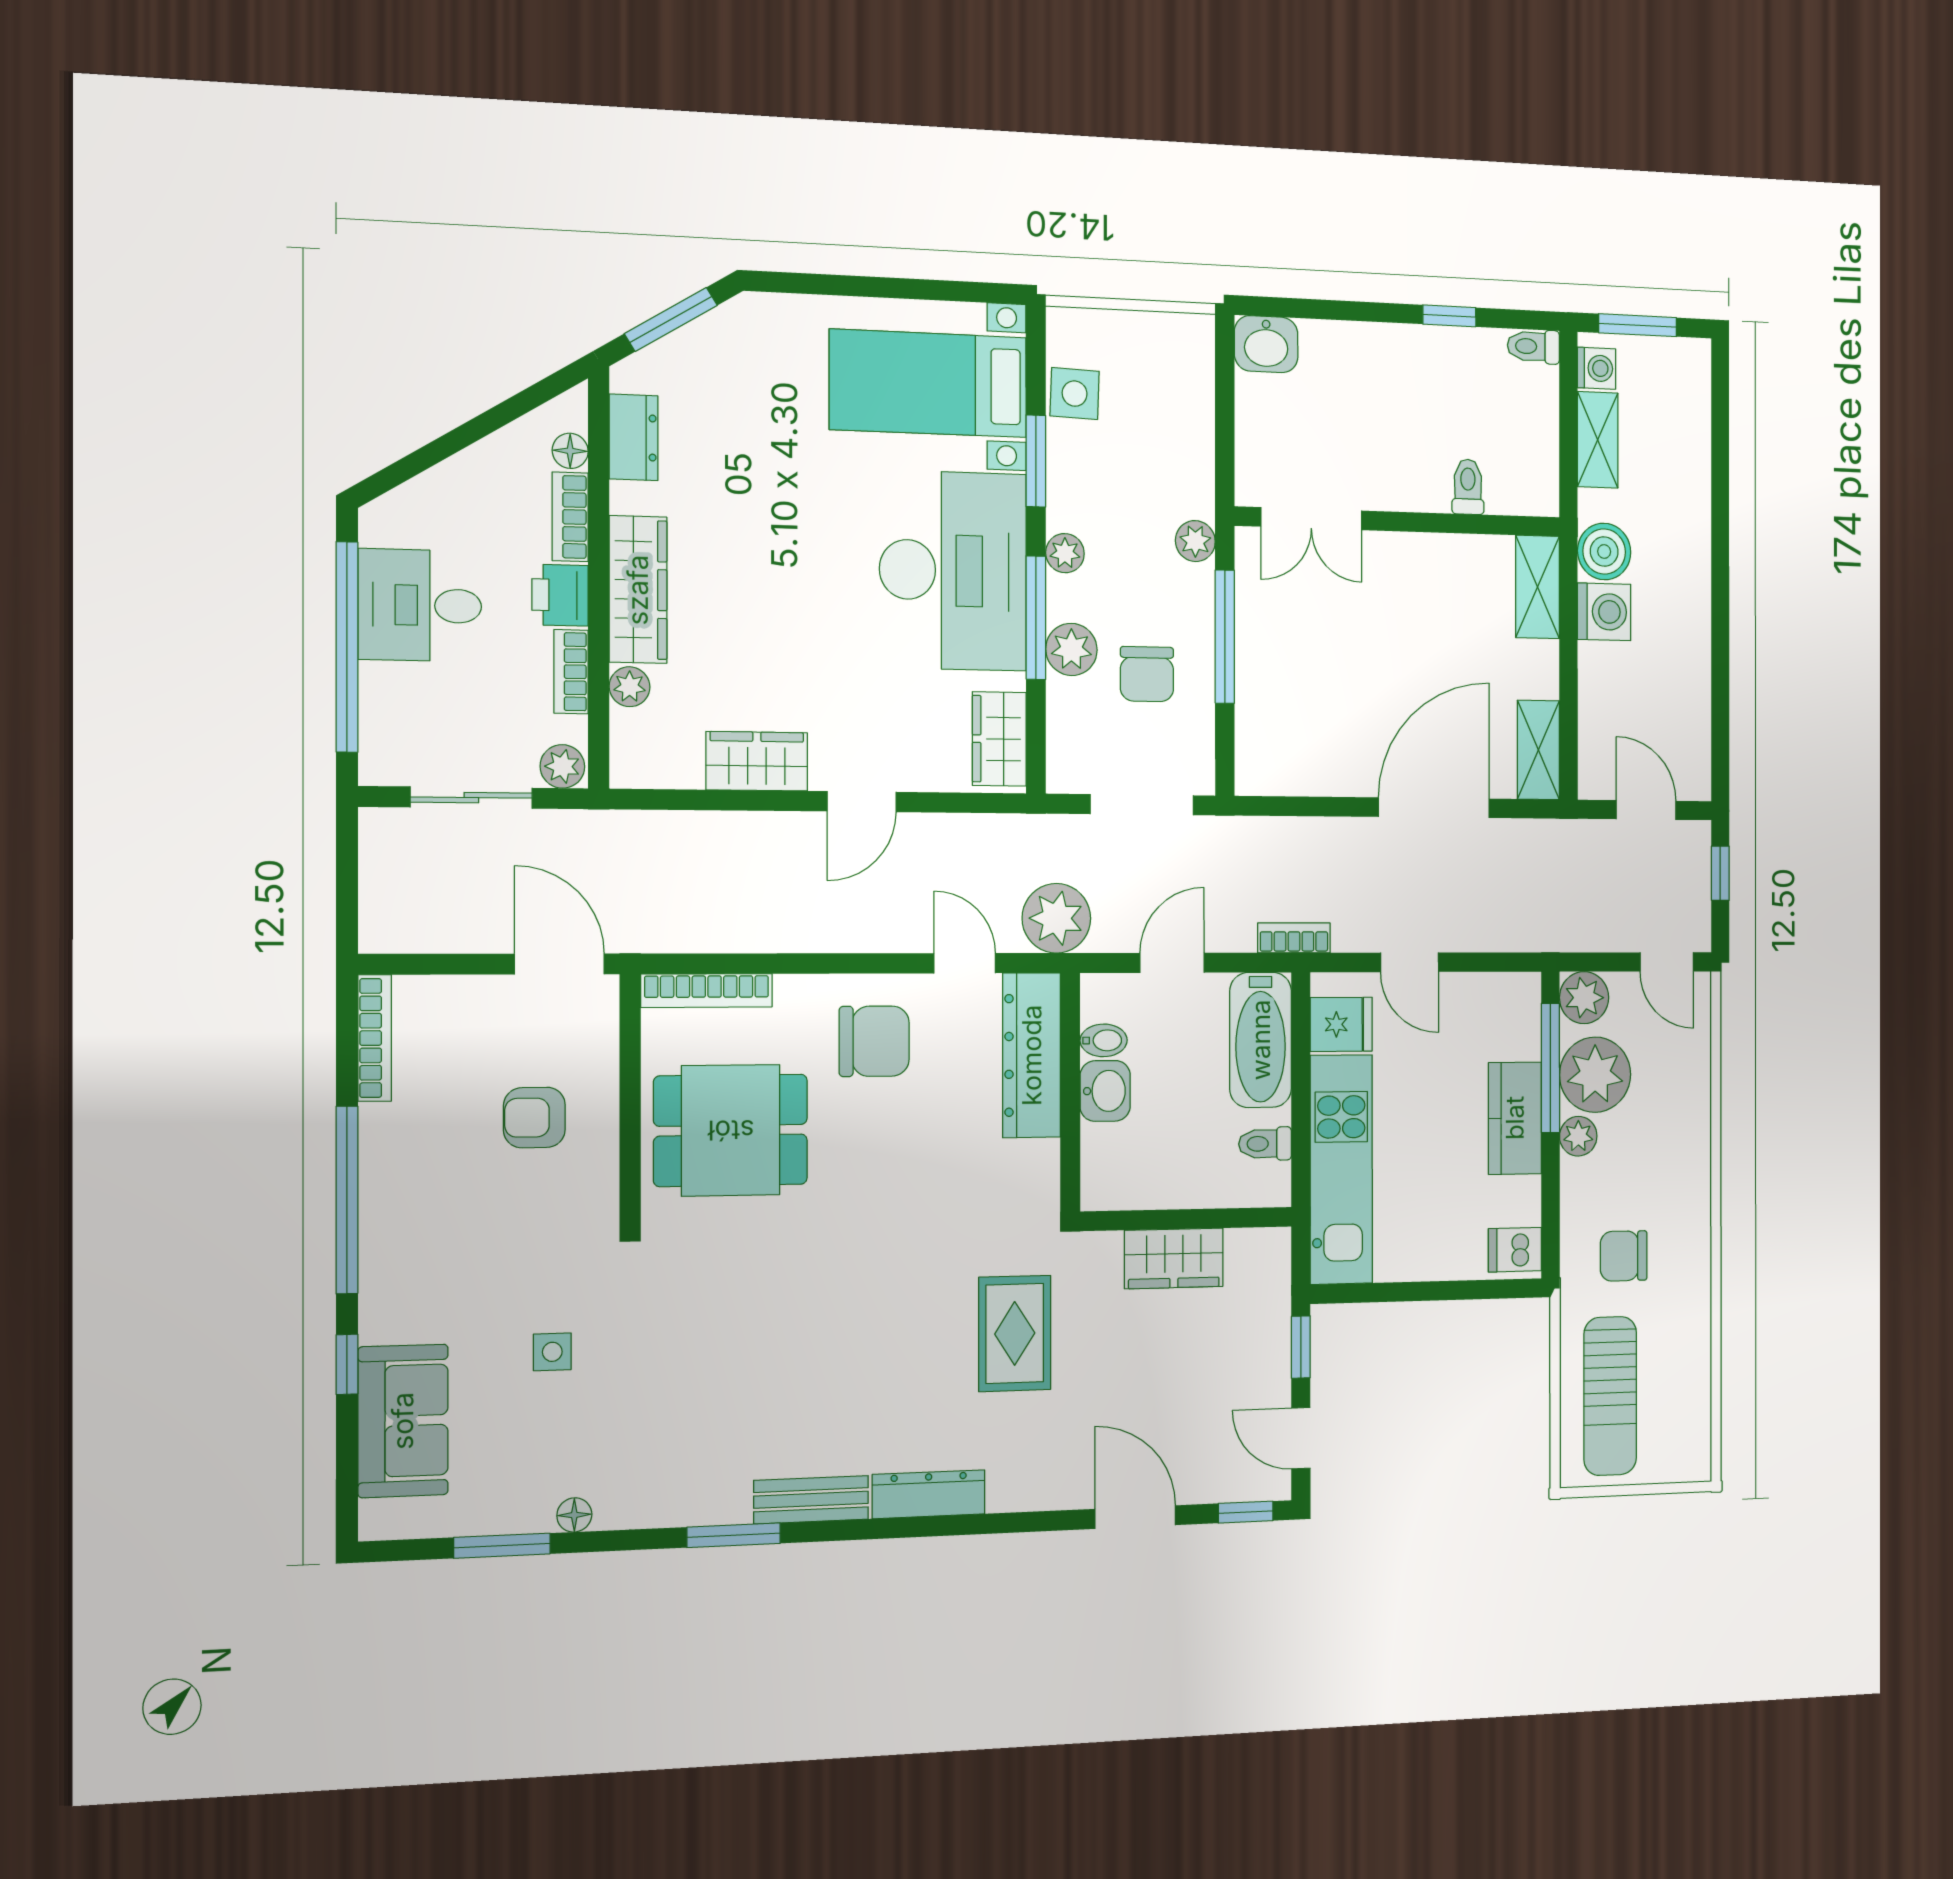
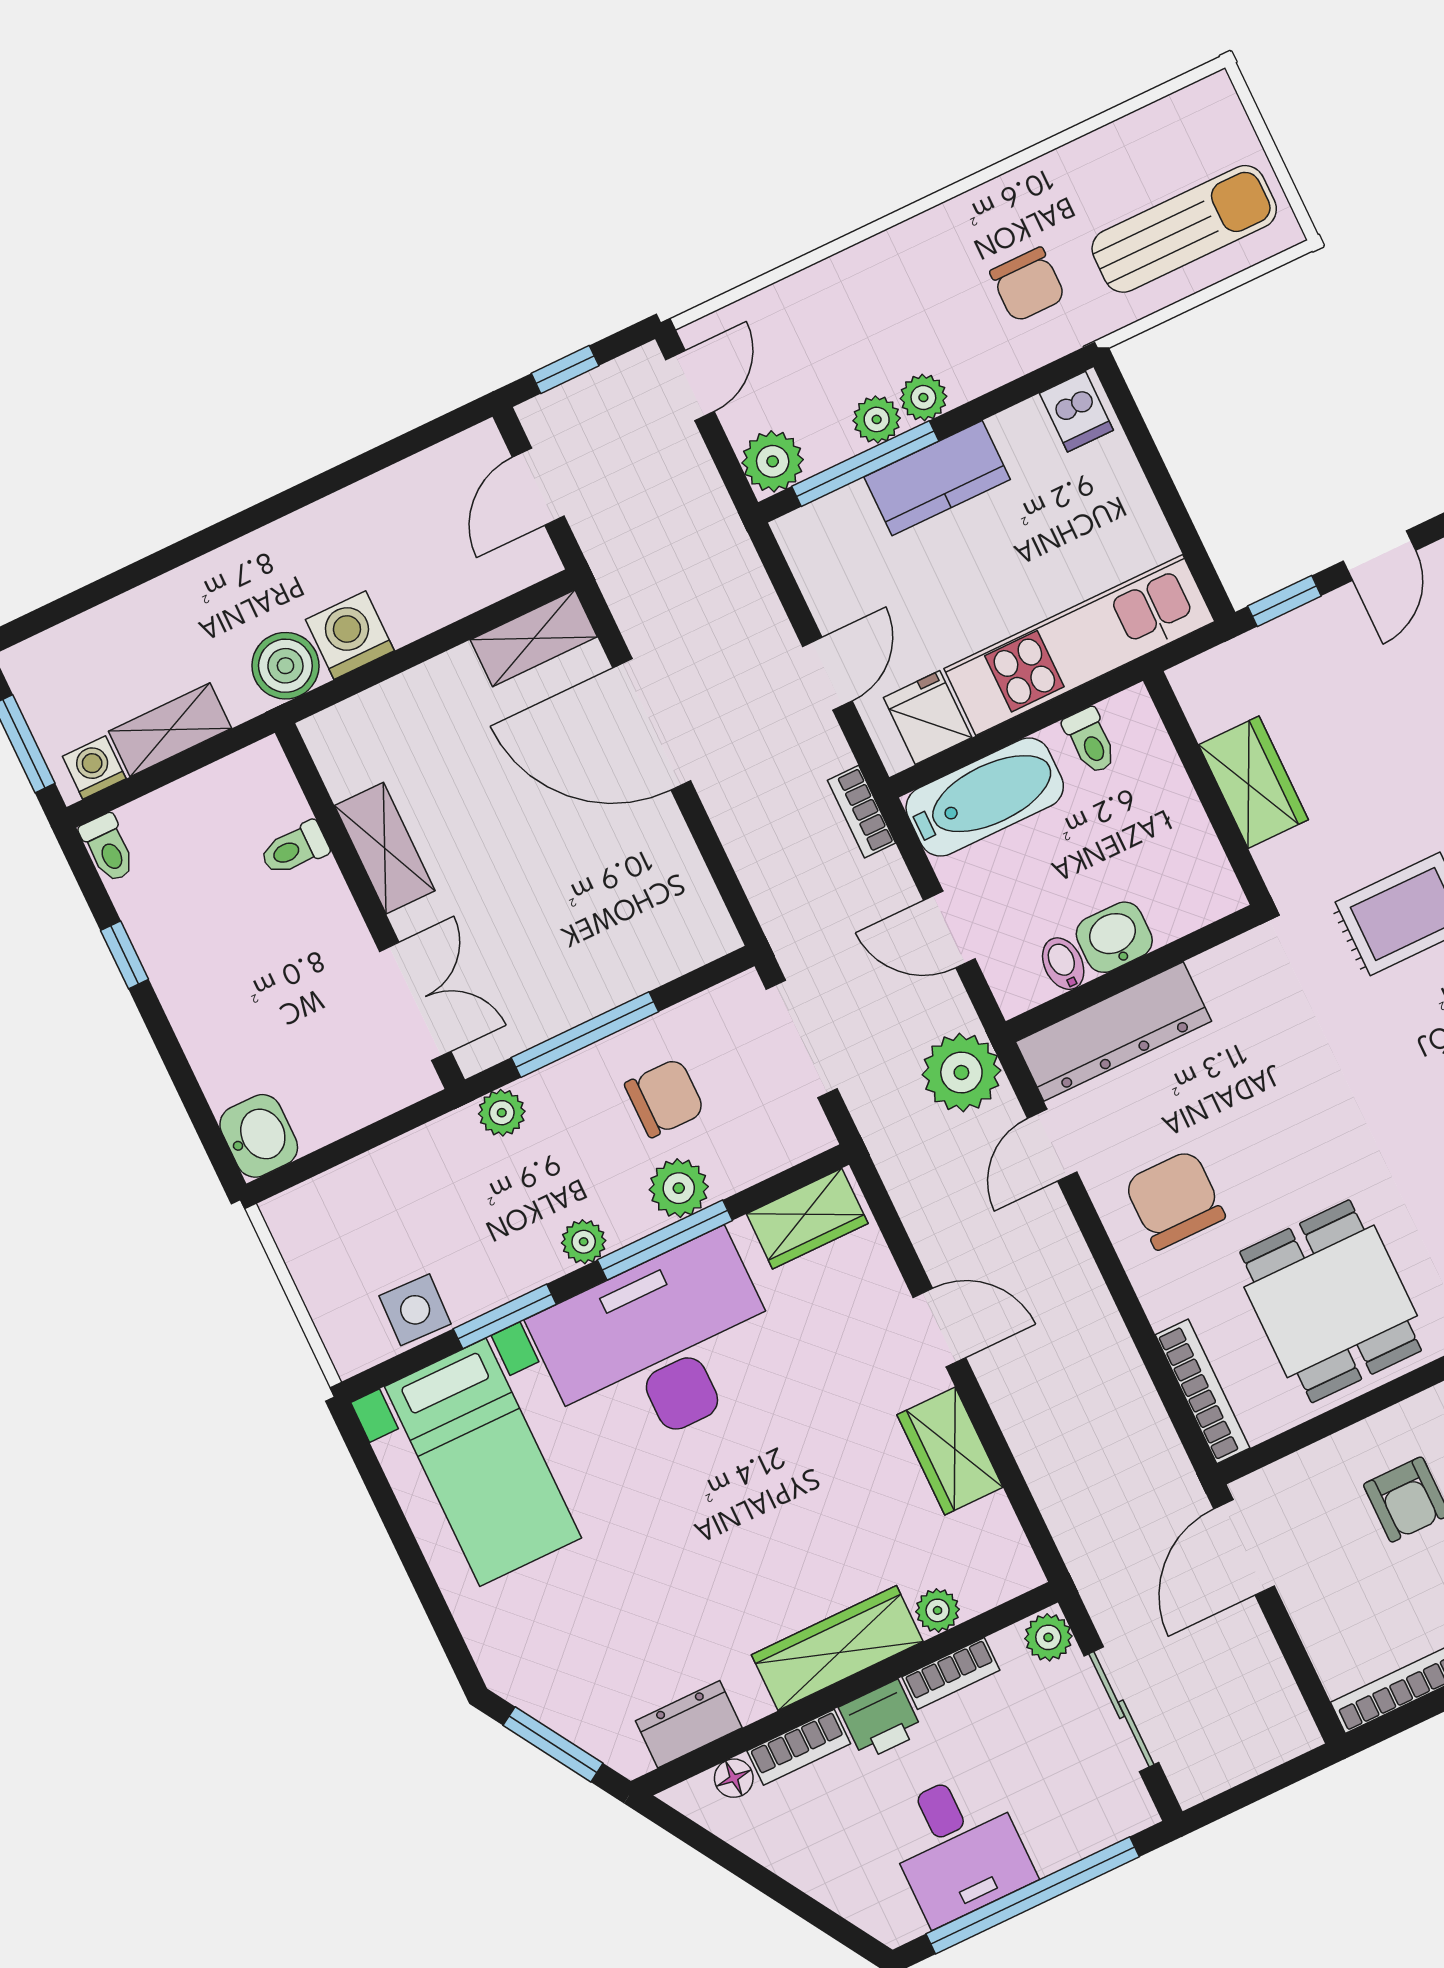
shelving: (1538, 587) -> (385, 848), moved, turned 90
plant: (1595, 1075) -> (877, 419), width x0.53, depth x0.53

